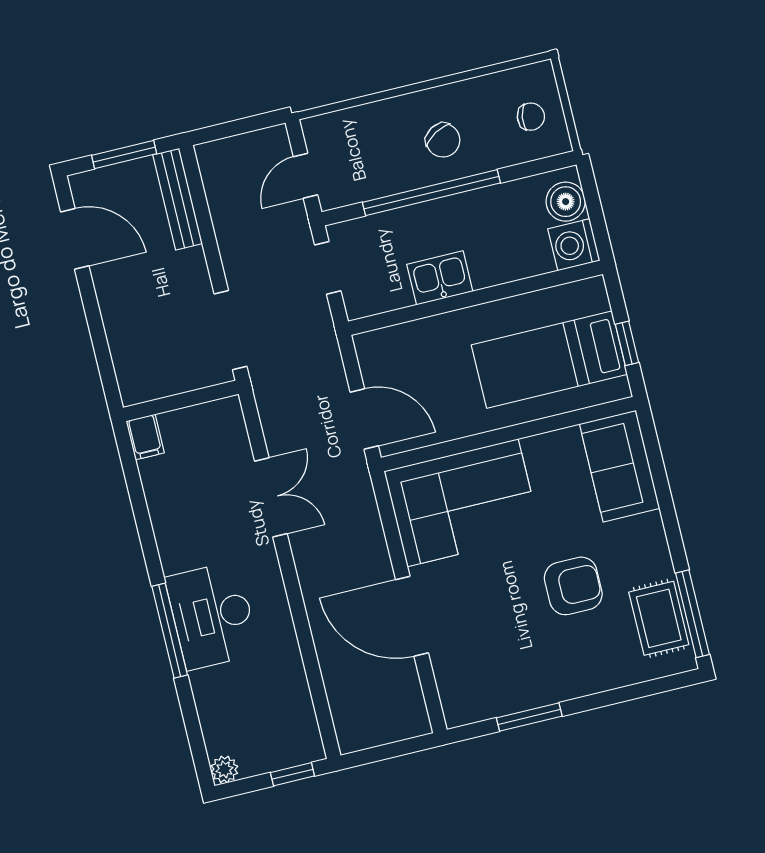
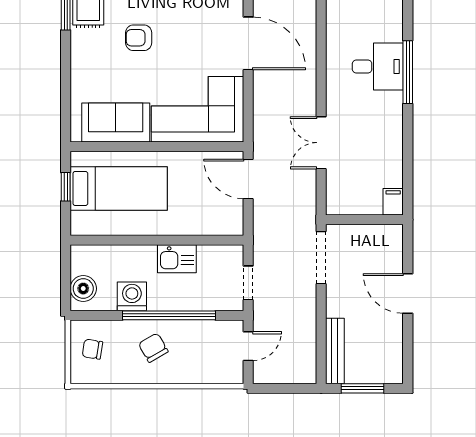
door: (75, 239) -> (408, 294), moved
washing machine: (574, 245) -> (132, 296), moved, turned -90
sofa: (620, 466) -> (116, 123), moved, turned -90
armchair: (573, 586) -> (139, 38), width x0.72, depth x0.72
desk: (212, 615) -> (378, 67), width x0.73

